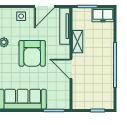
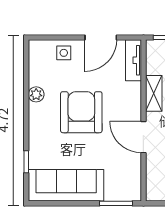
tv unit: (65, 26) -> (133, 60), width x0.71
armchair: (32, 53) -> (81, 112), turned 180

